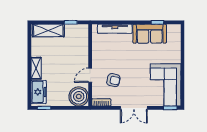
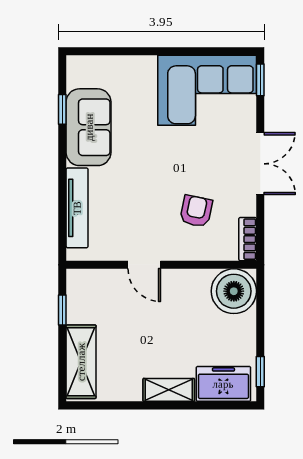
door: (90, 75) -> (144, 265), moved

